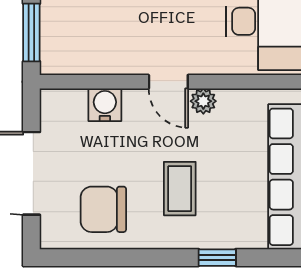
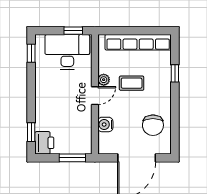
coffee table: (180, 189) -> (132, 83), moved

